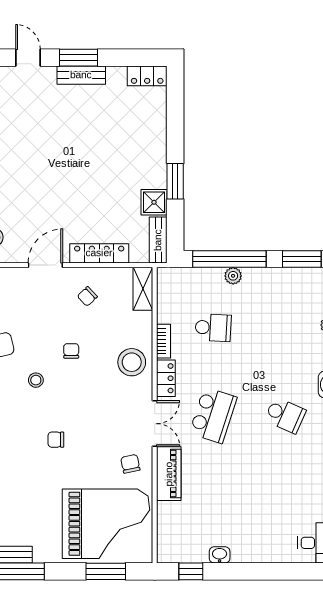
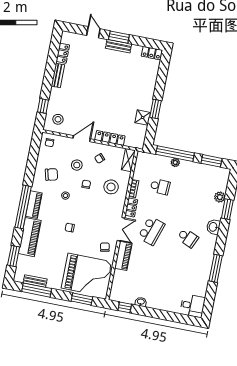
bench: (158, 240) -> (141, 137), removed
stool: (46, 318) -> (77, 165), added
stool: (132, 362) -> (111, 187), moved

